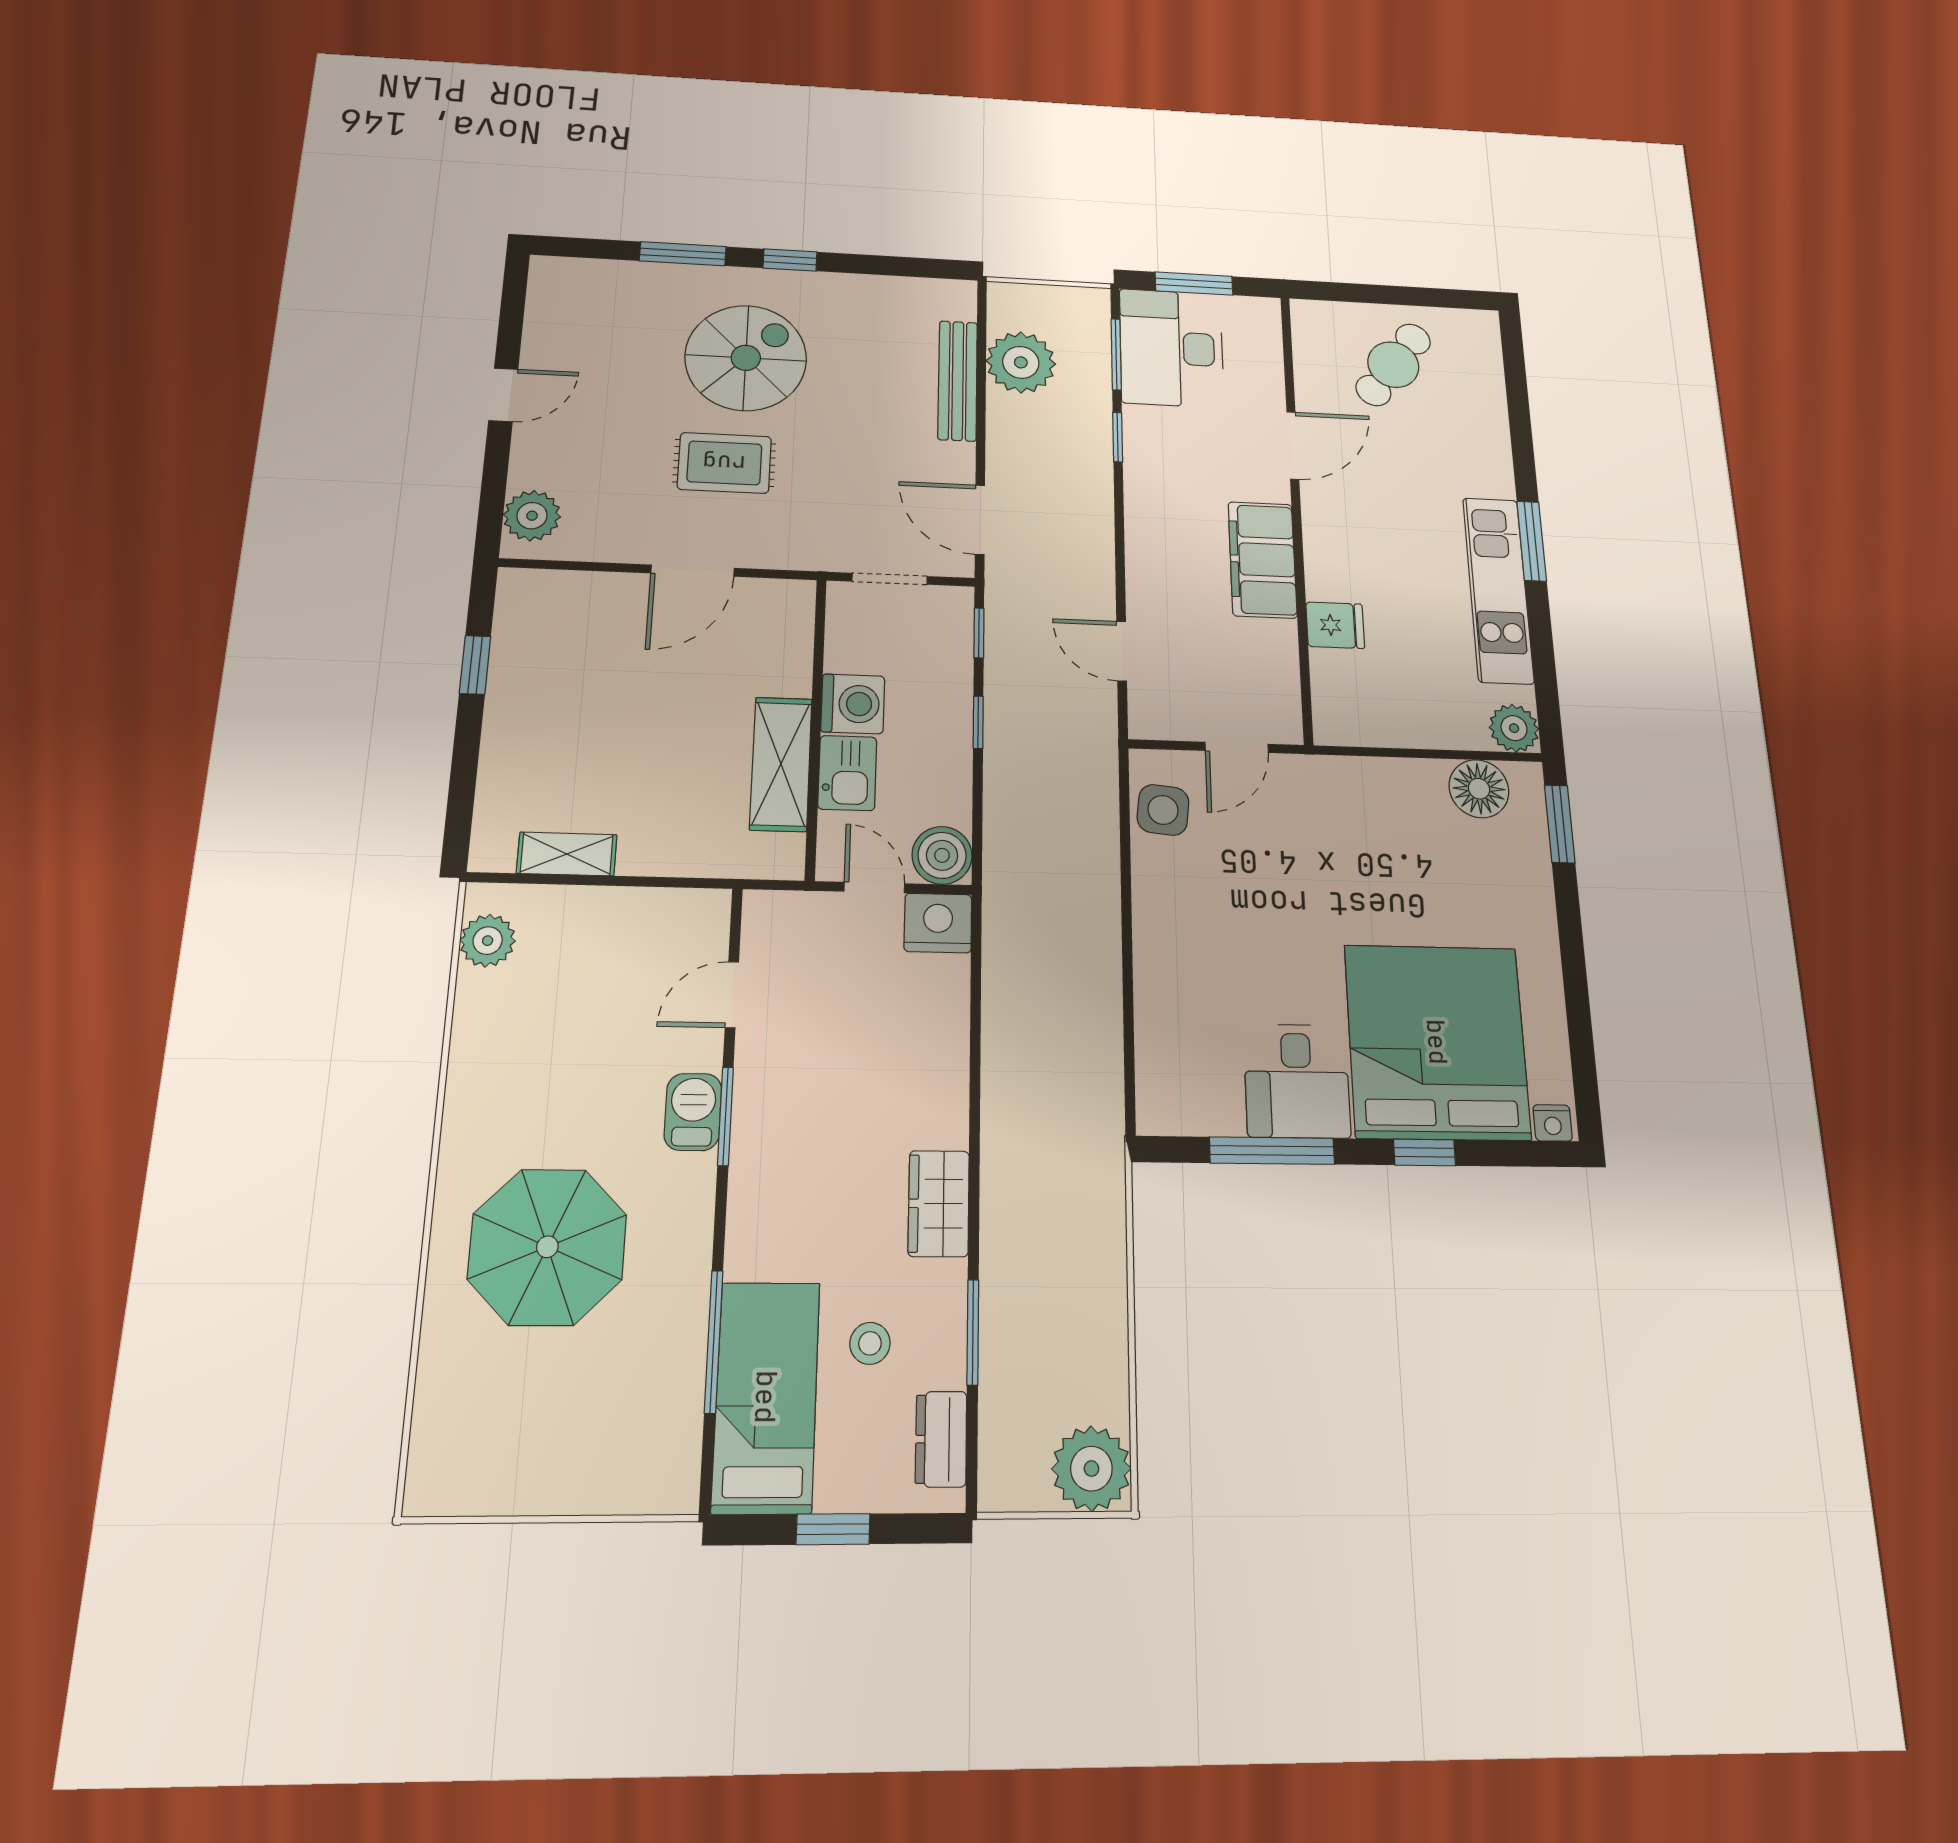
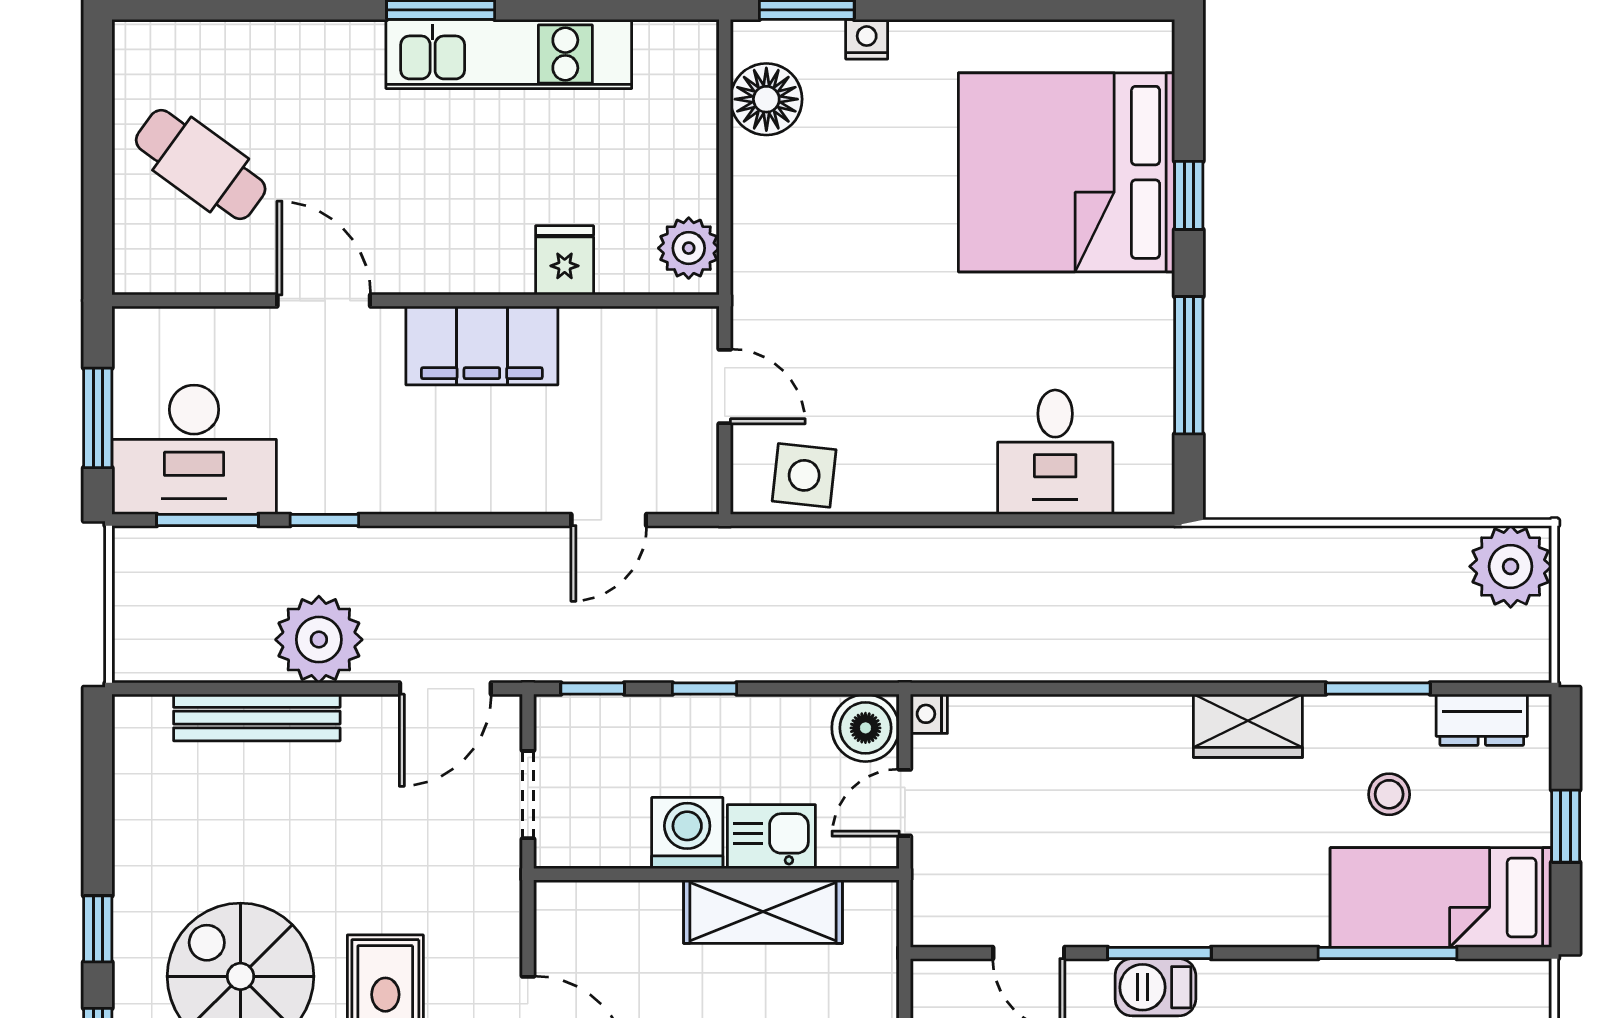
plant: (1021, 362) -> (319, 640), moved
plant: (1514, 728) -> (689, 248), moved
nightstand: (938, 923) -> (929, 714), width x0.53, depth x0.56
desk: (1297, 1081) -> (1055, 452), moved, turned 90
nightstand: (1553, 1123) -> (867, 39), moved, turned -90

